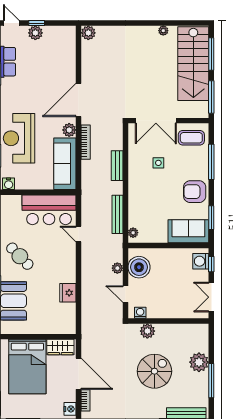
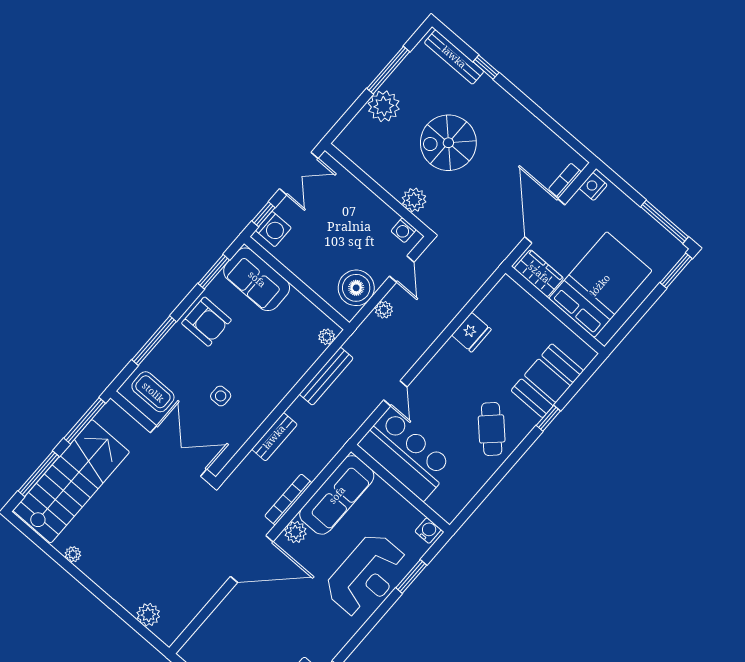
plant: (88, 33) -> (148, 615), moved

